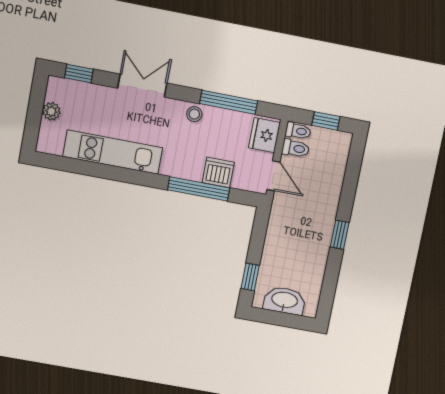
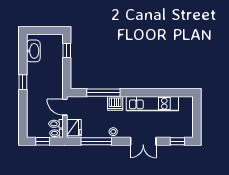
plant: (51, 111) -> (188, 119), removed
dishwasher: (218, 172) -> (115, 103), moved
washbasin: (284, 301) -> (33, 51), moved, turned -90

